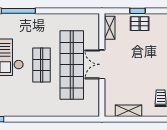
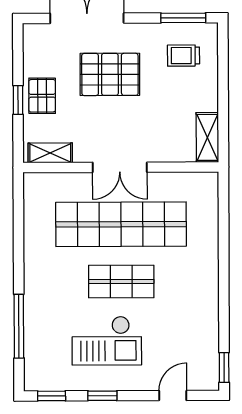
pallet: (151, 59) -> (110, 74), added
shelving: (129, 111) -> (207, 137), moved

